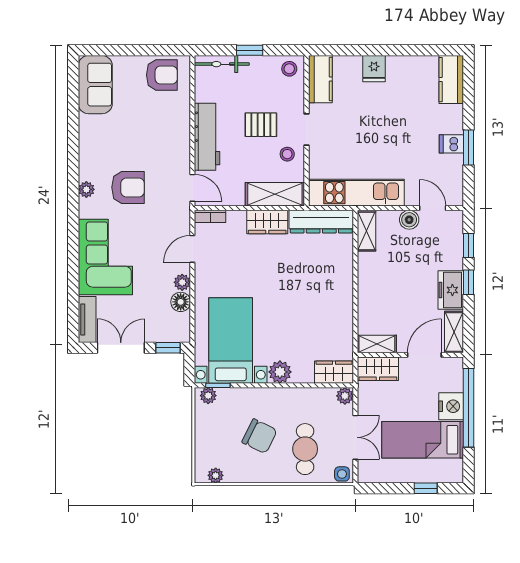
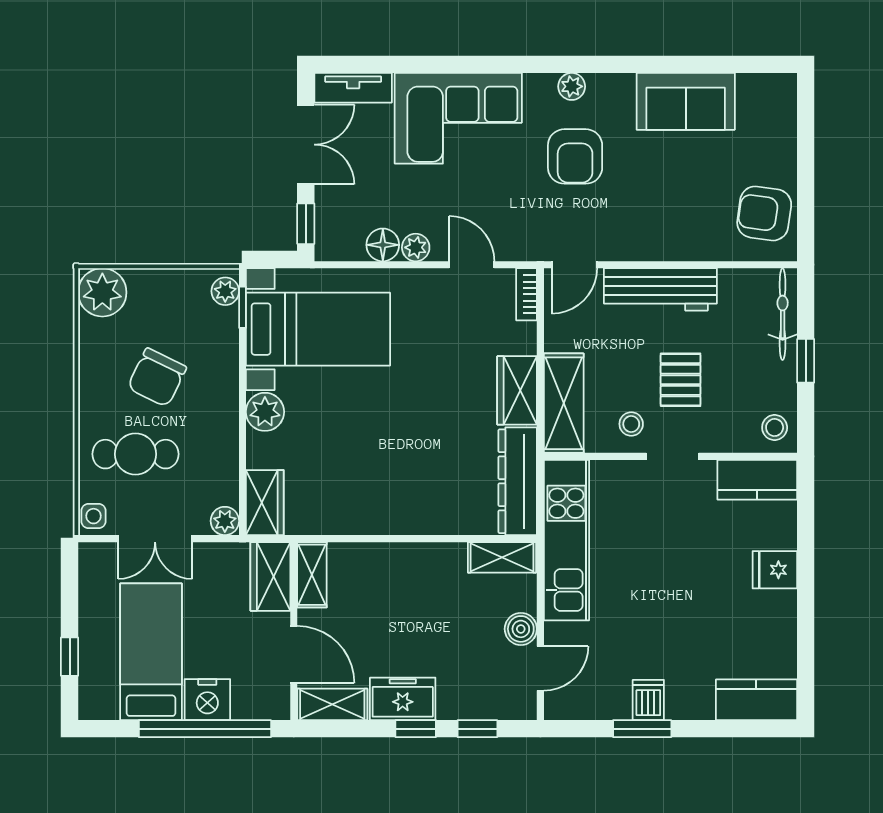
armchair: (162, 75) -> (764, 213), turned 98
sofa: (95, 85) -> (686, 101), moved
plant: (216, 475) -> (102, 292), width x1.88, depth x1.88

